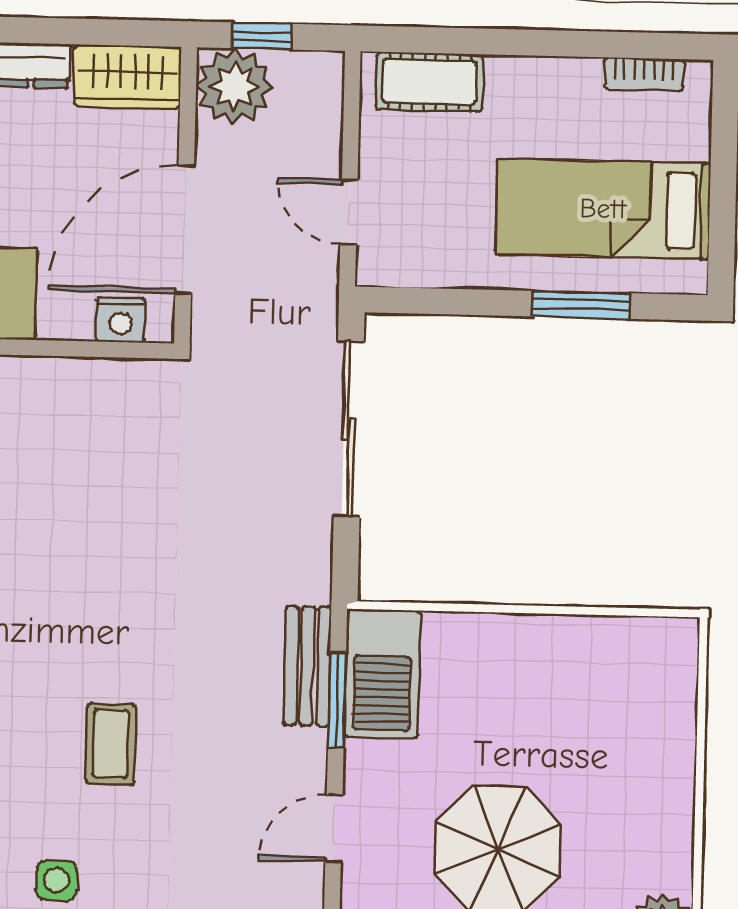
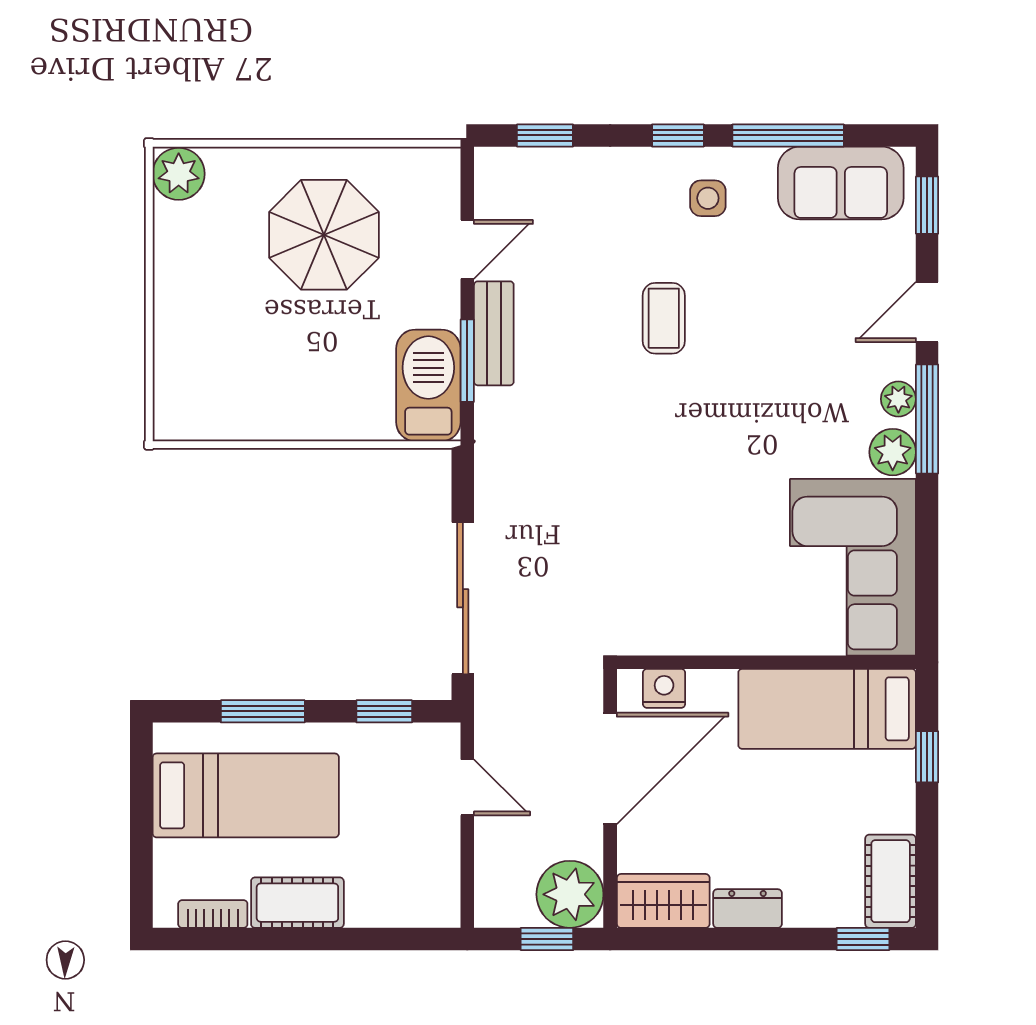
cot: (430, 82) -> (297, 903), moved
window: (442, 301) -> (384, 711), added
bench: (307, 666) -> (494, 333), moved

